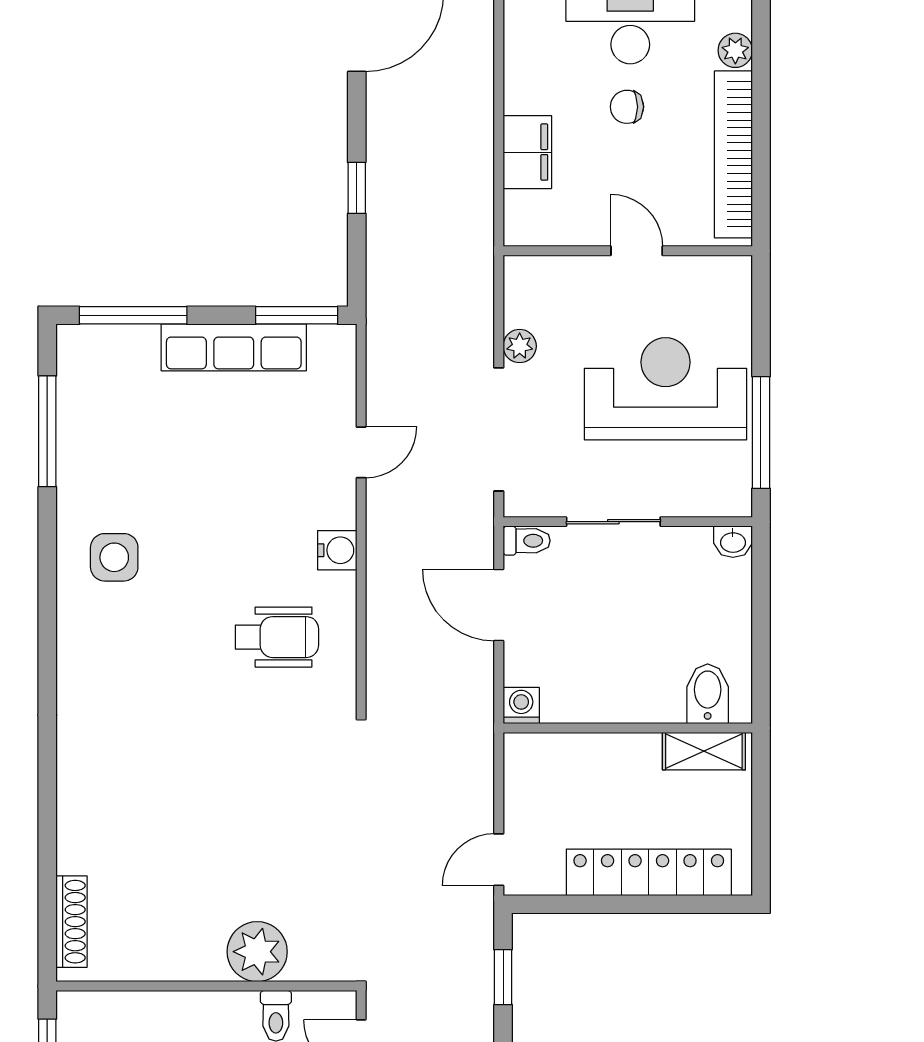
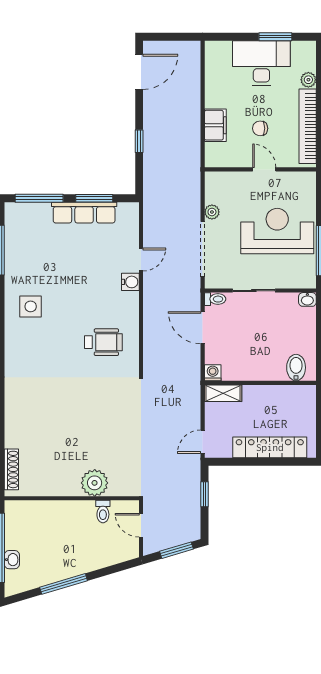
chair: (627, 107) -> (260, 128), moved
window: (297, 315) -> (94, 198), moved
water cooler: (337, 550) -> (130, 282), moved
shelving: (704, 751) -> (223, 393), moved

